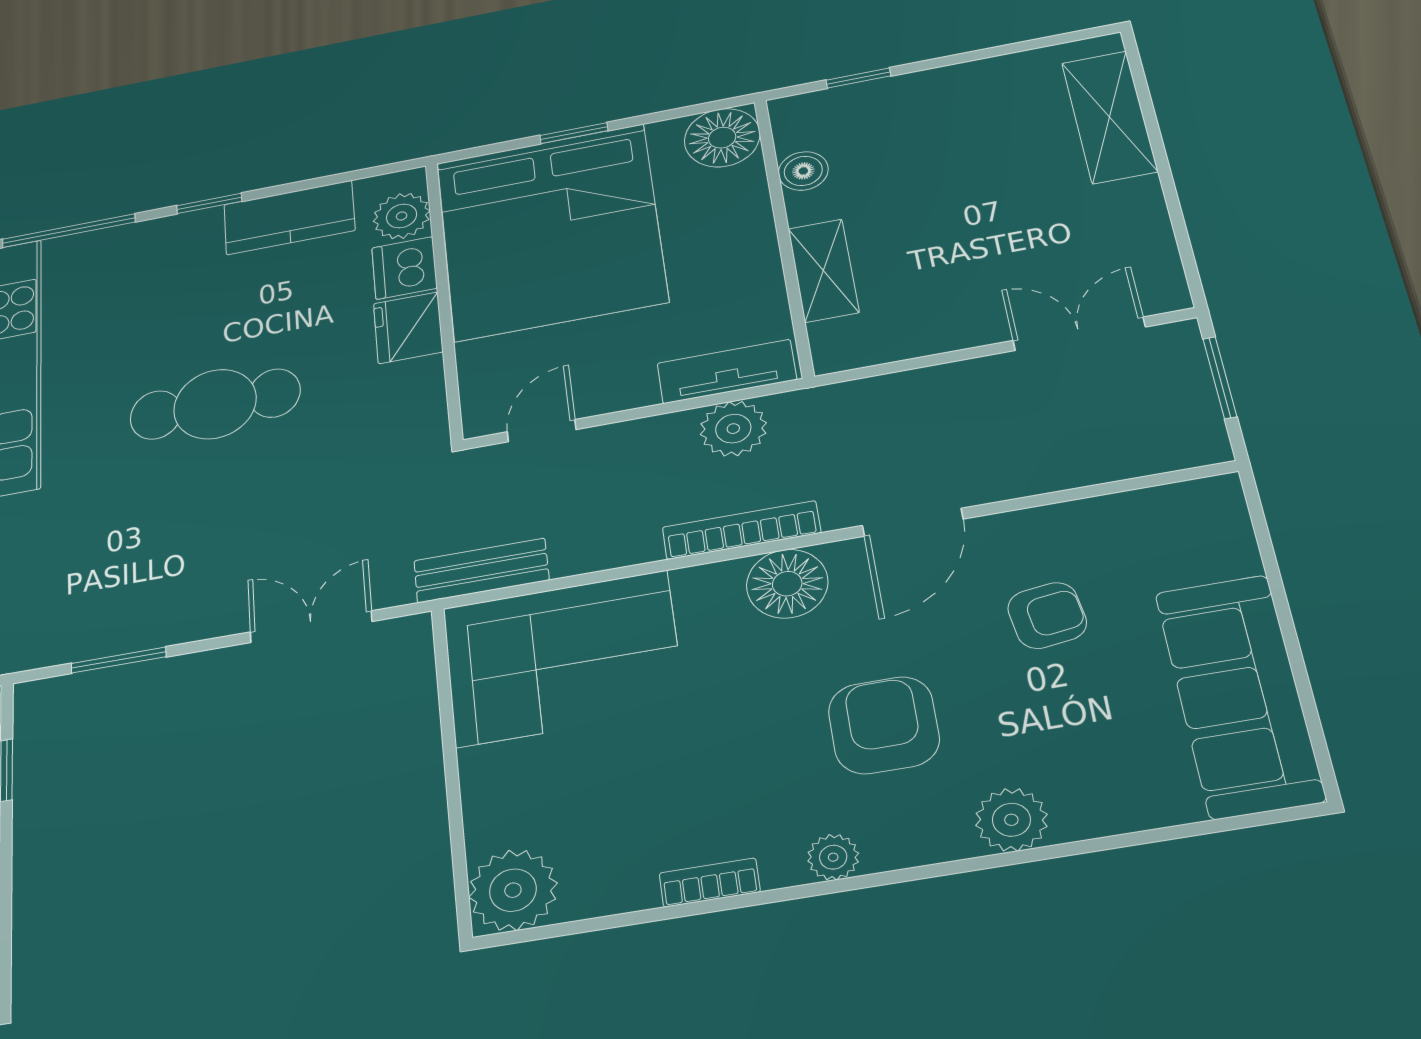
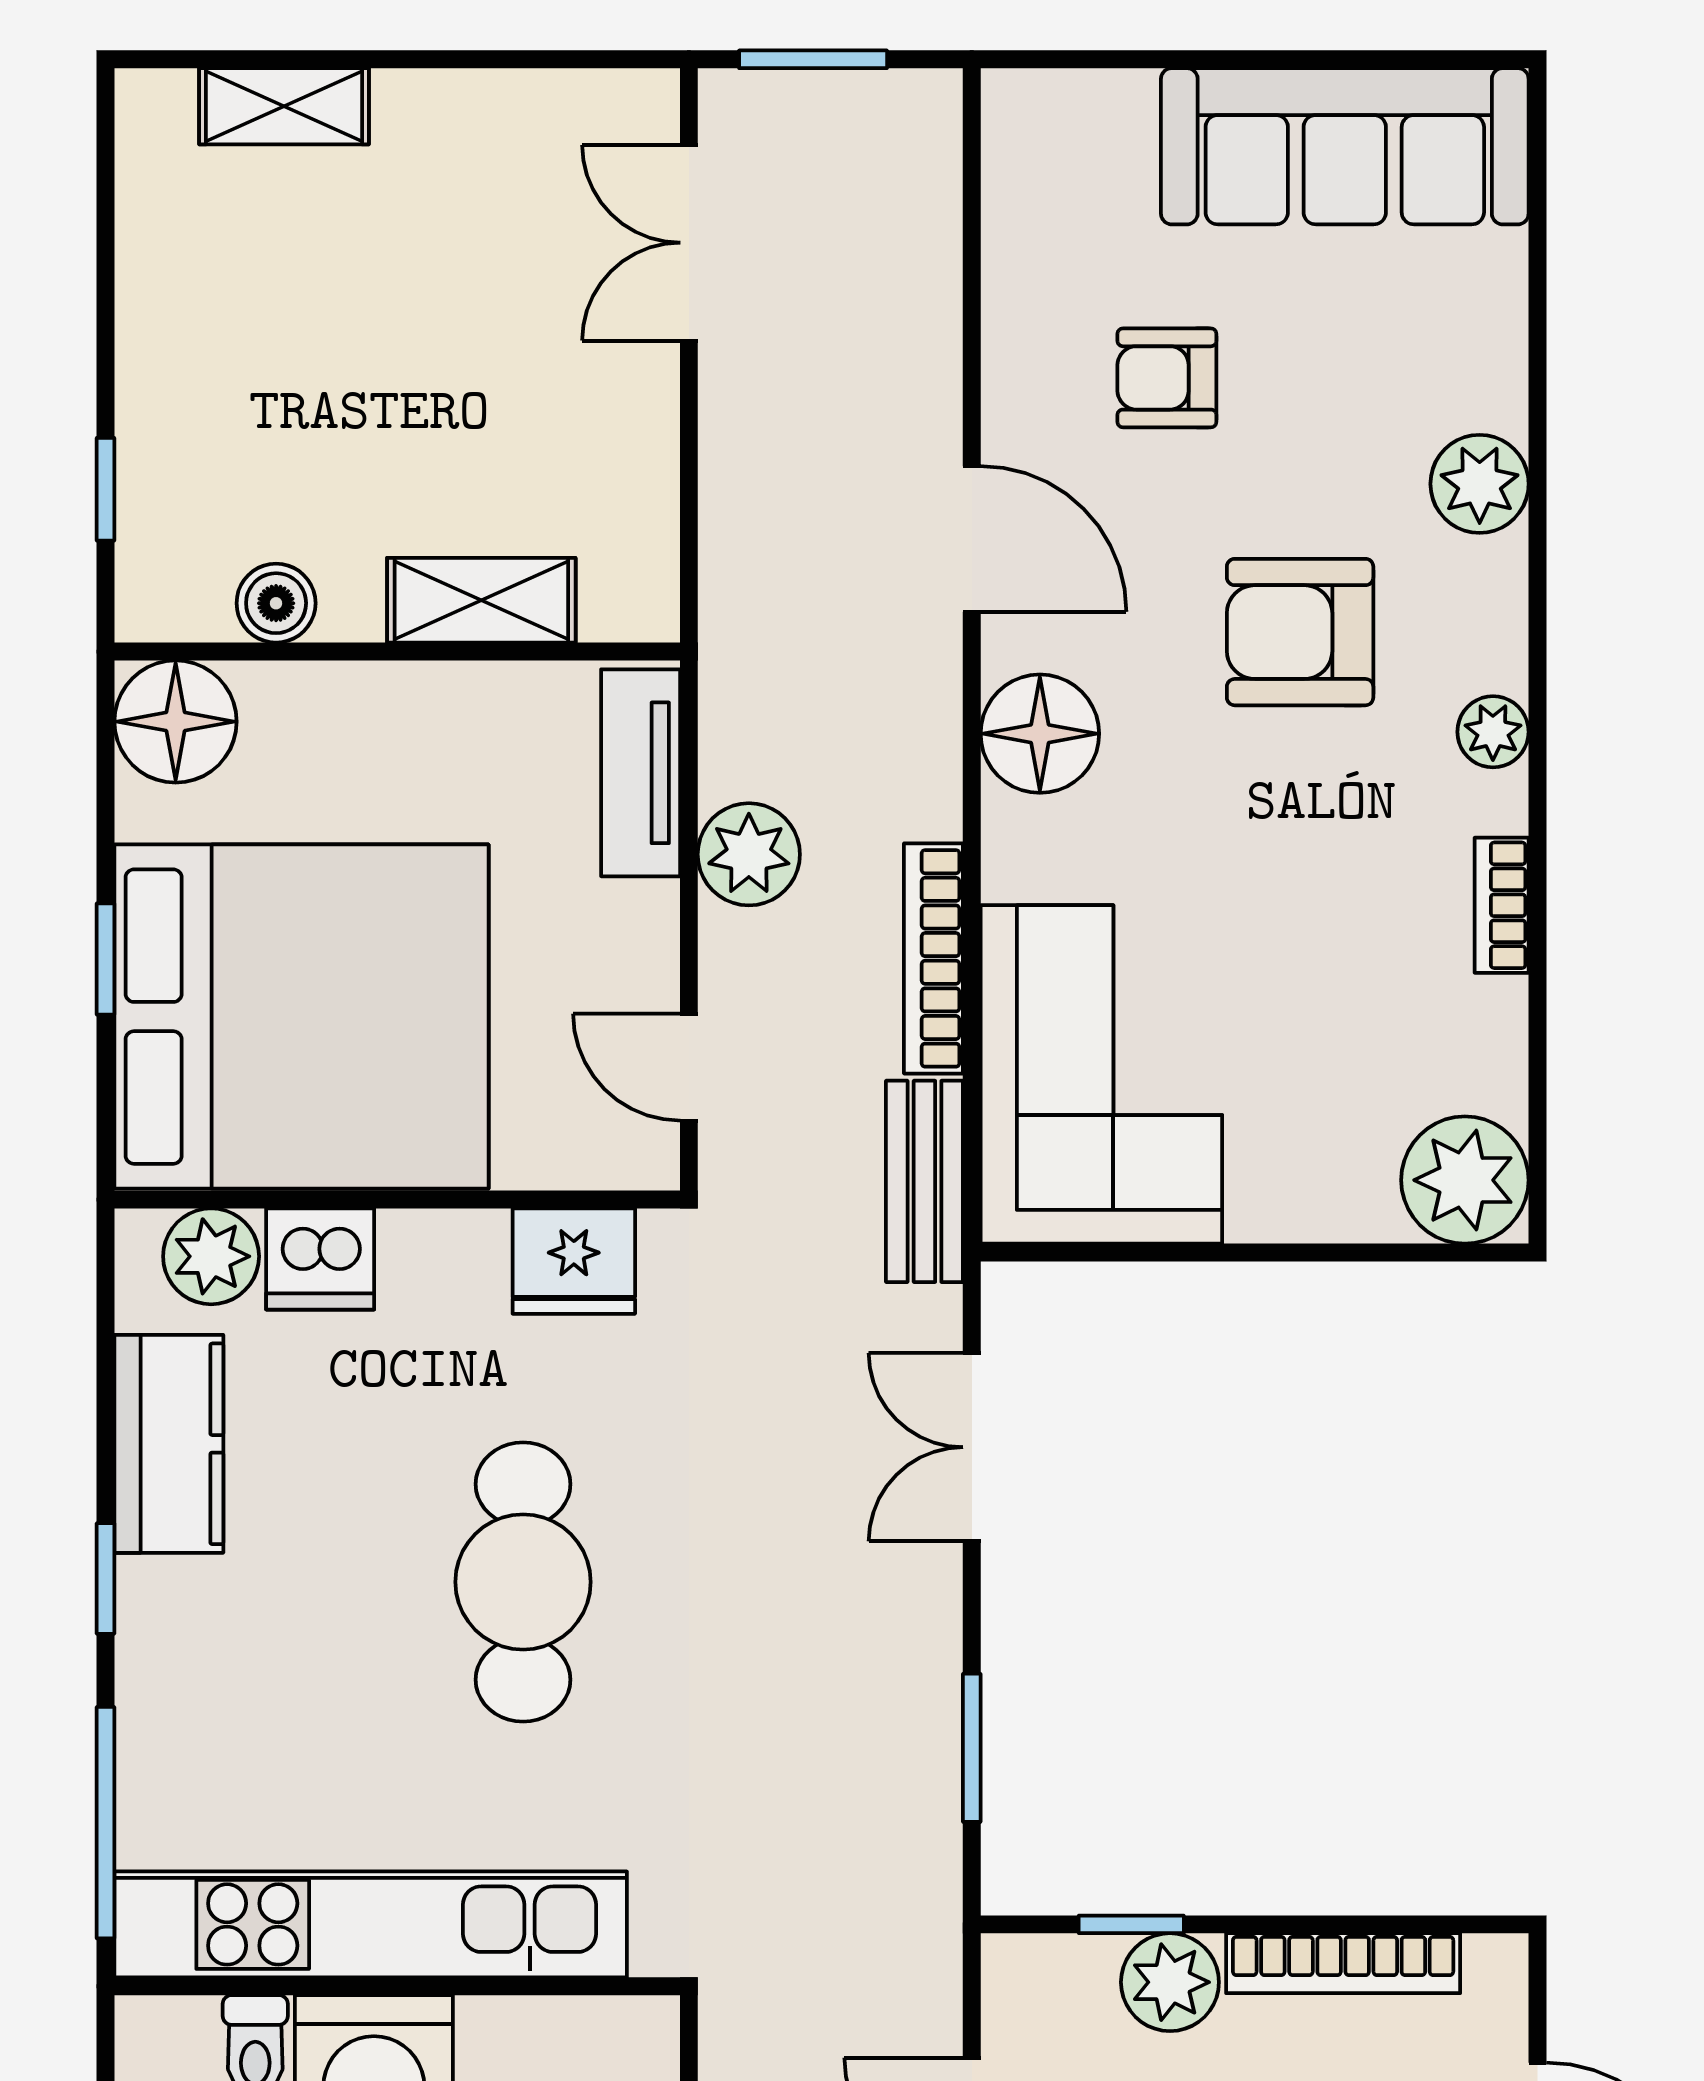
shelving: (1109, 117) -> (284, 106), width x0.67, depth x0.75
fridge: (408, 328) -> (574, 1261), moved
plant: (733, 429) -> (749, 854), moved
bookcase: (741, 530) -> (933, 958), moved
armchair: (1047, 615) -> (1167, 378), turned -82

